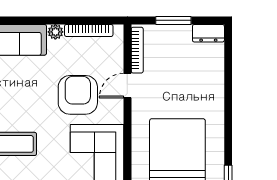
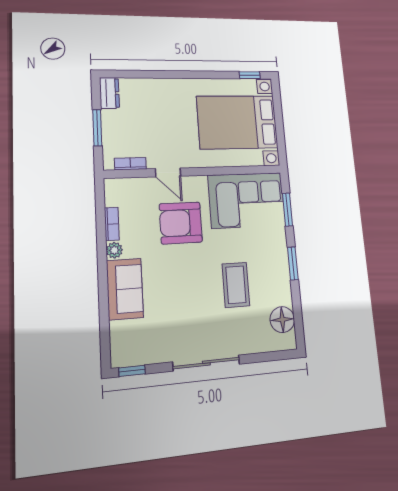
bookcase: (89, 30) -> (112, 224), width x0.64
bookcase: (137, 50) -> (130, 164), width x0.64

